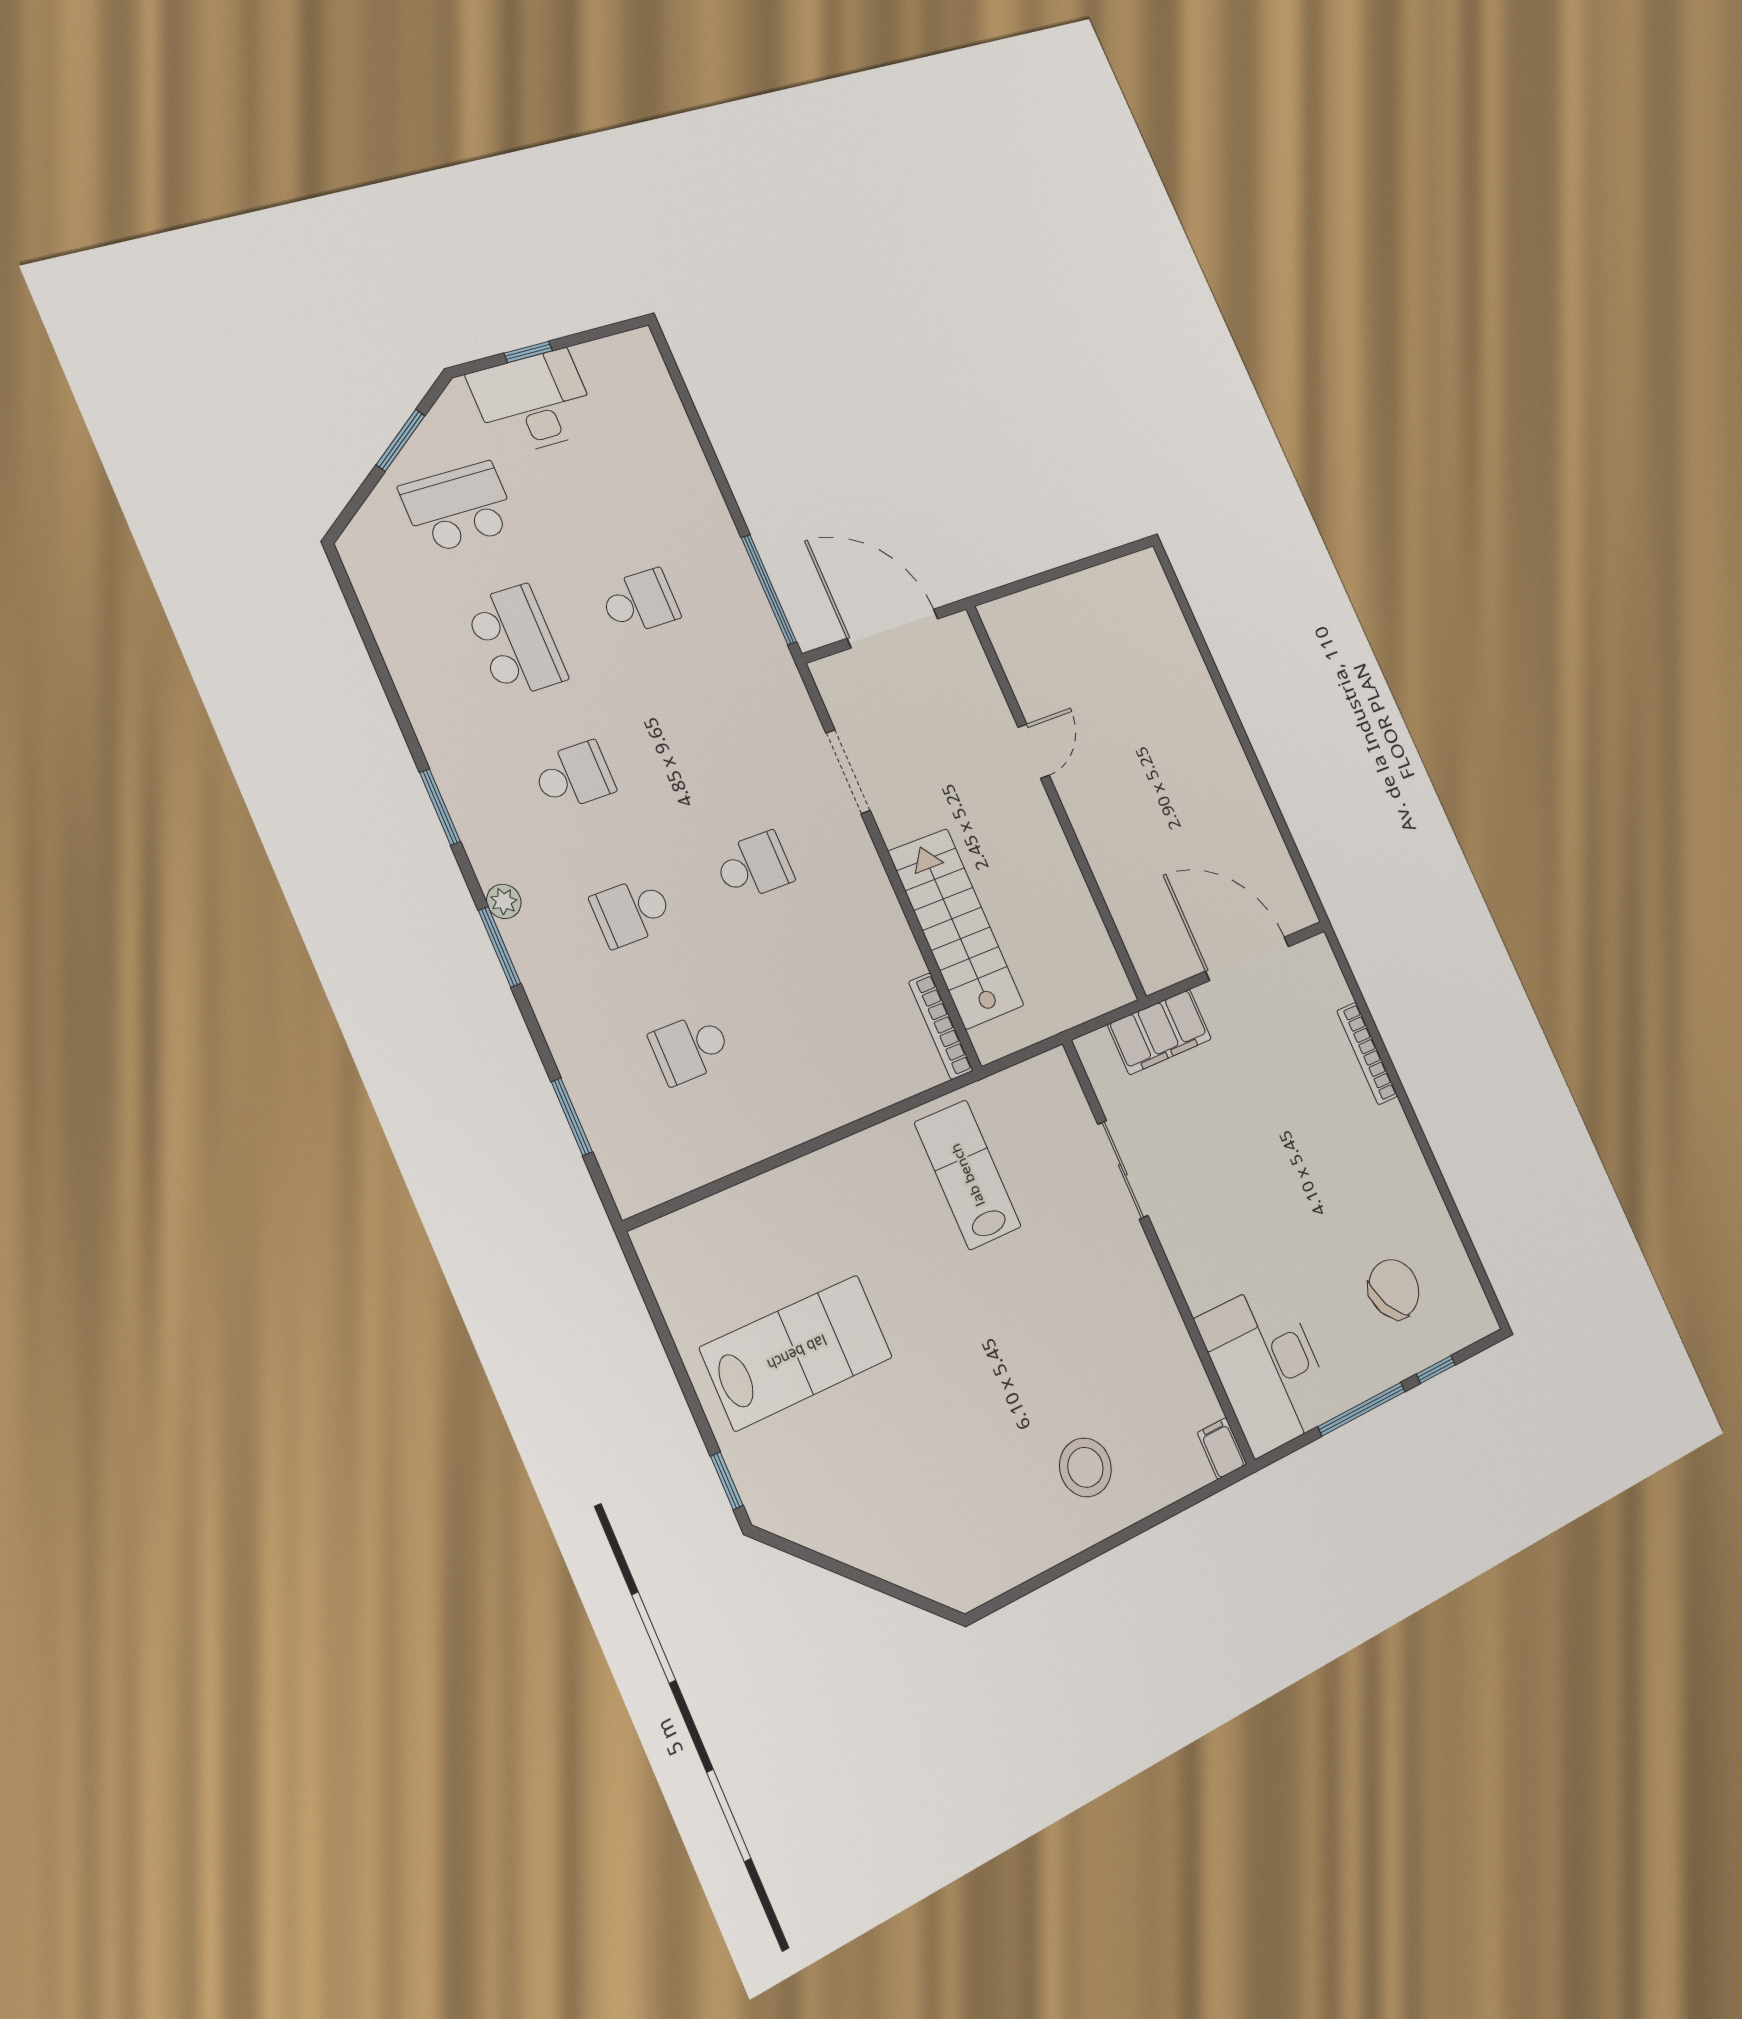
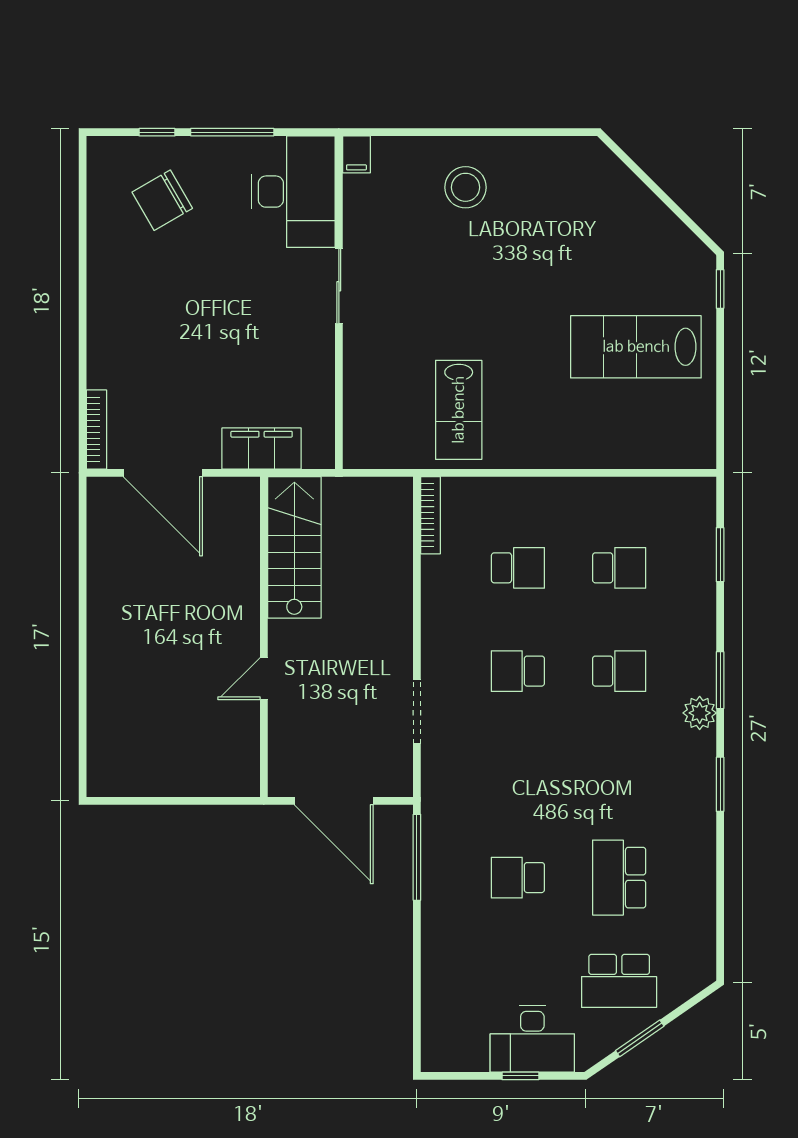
school desk: (574, 776) -> (518, 568), moved, turned 180
plant: (504, 901) -> (700, 713), width x1.38, depth x1.38
stairs: (956, 928) -> (294, 547), moved, turned 180
bookcase: (1367, 1053) -> (96, 429), moved
sliding door: (1123, 1170) -> (339, 286), moved

